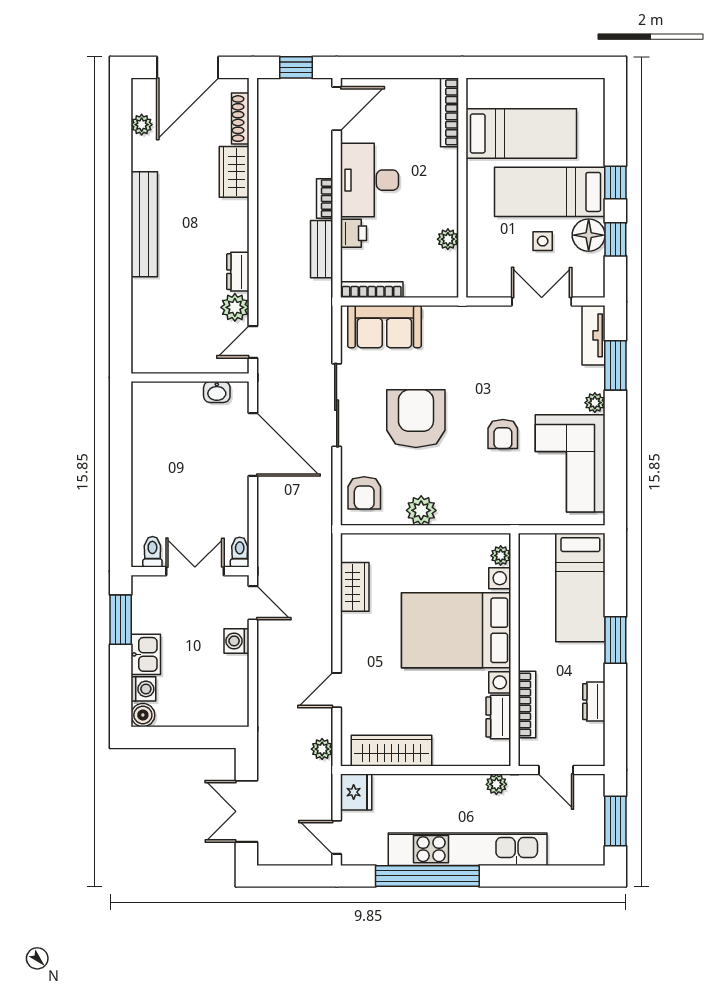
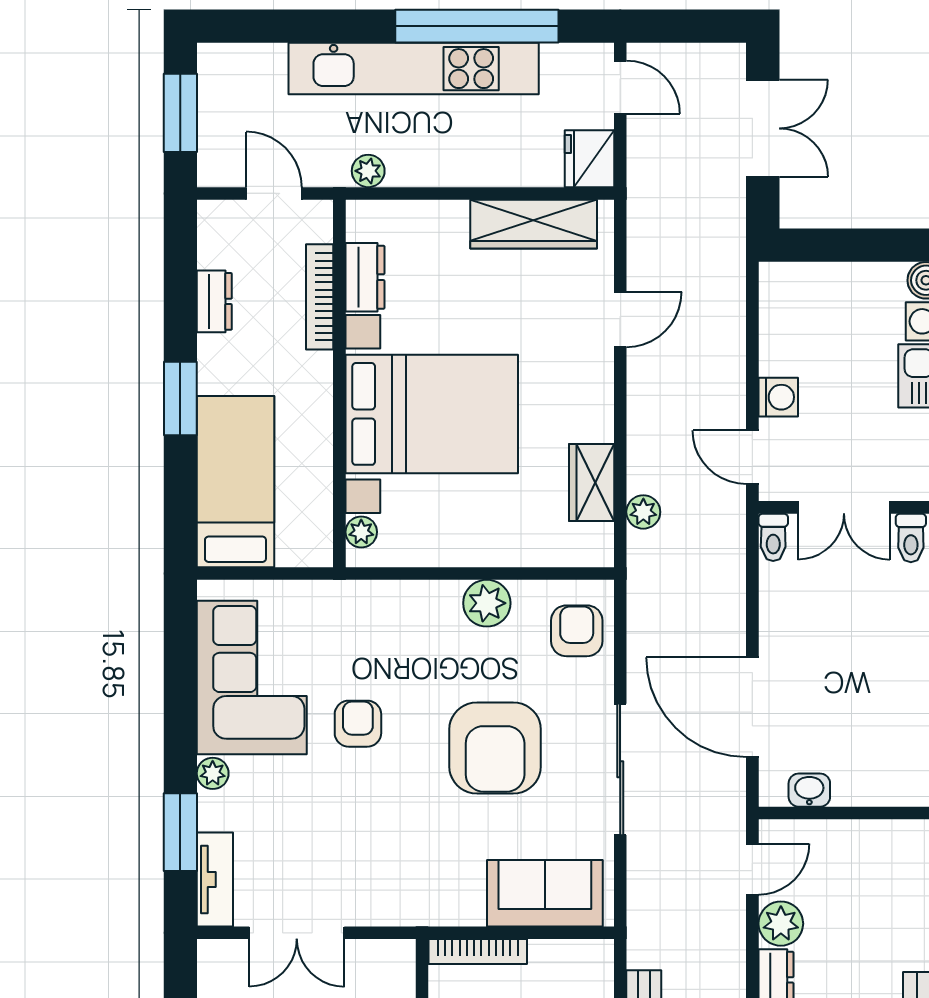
bookcase: (372, 290) -> (478, 952), moved
plant: (322, 749) -> (643, 512), moved

